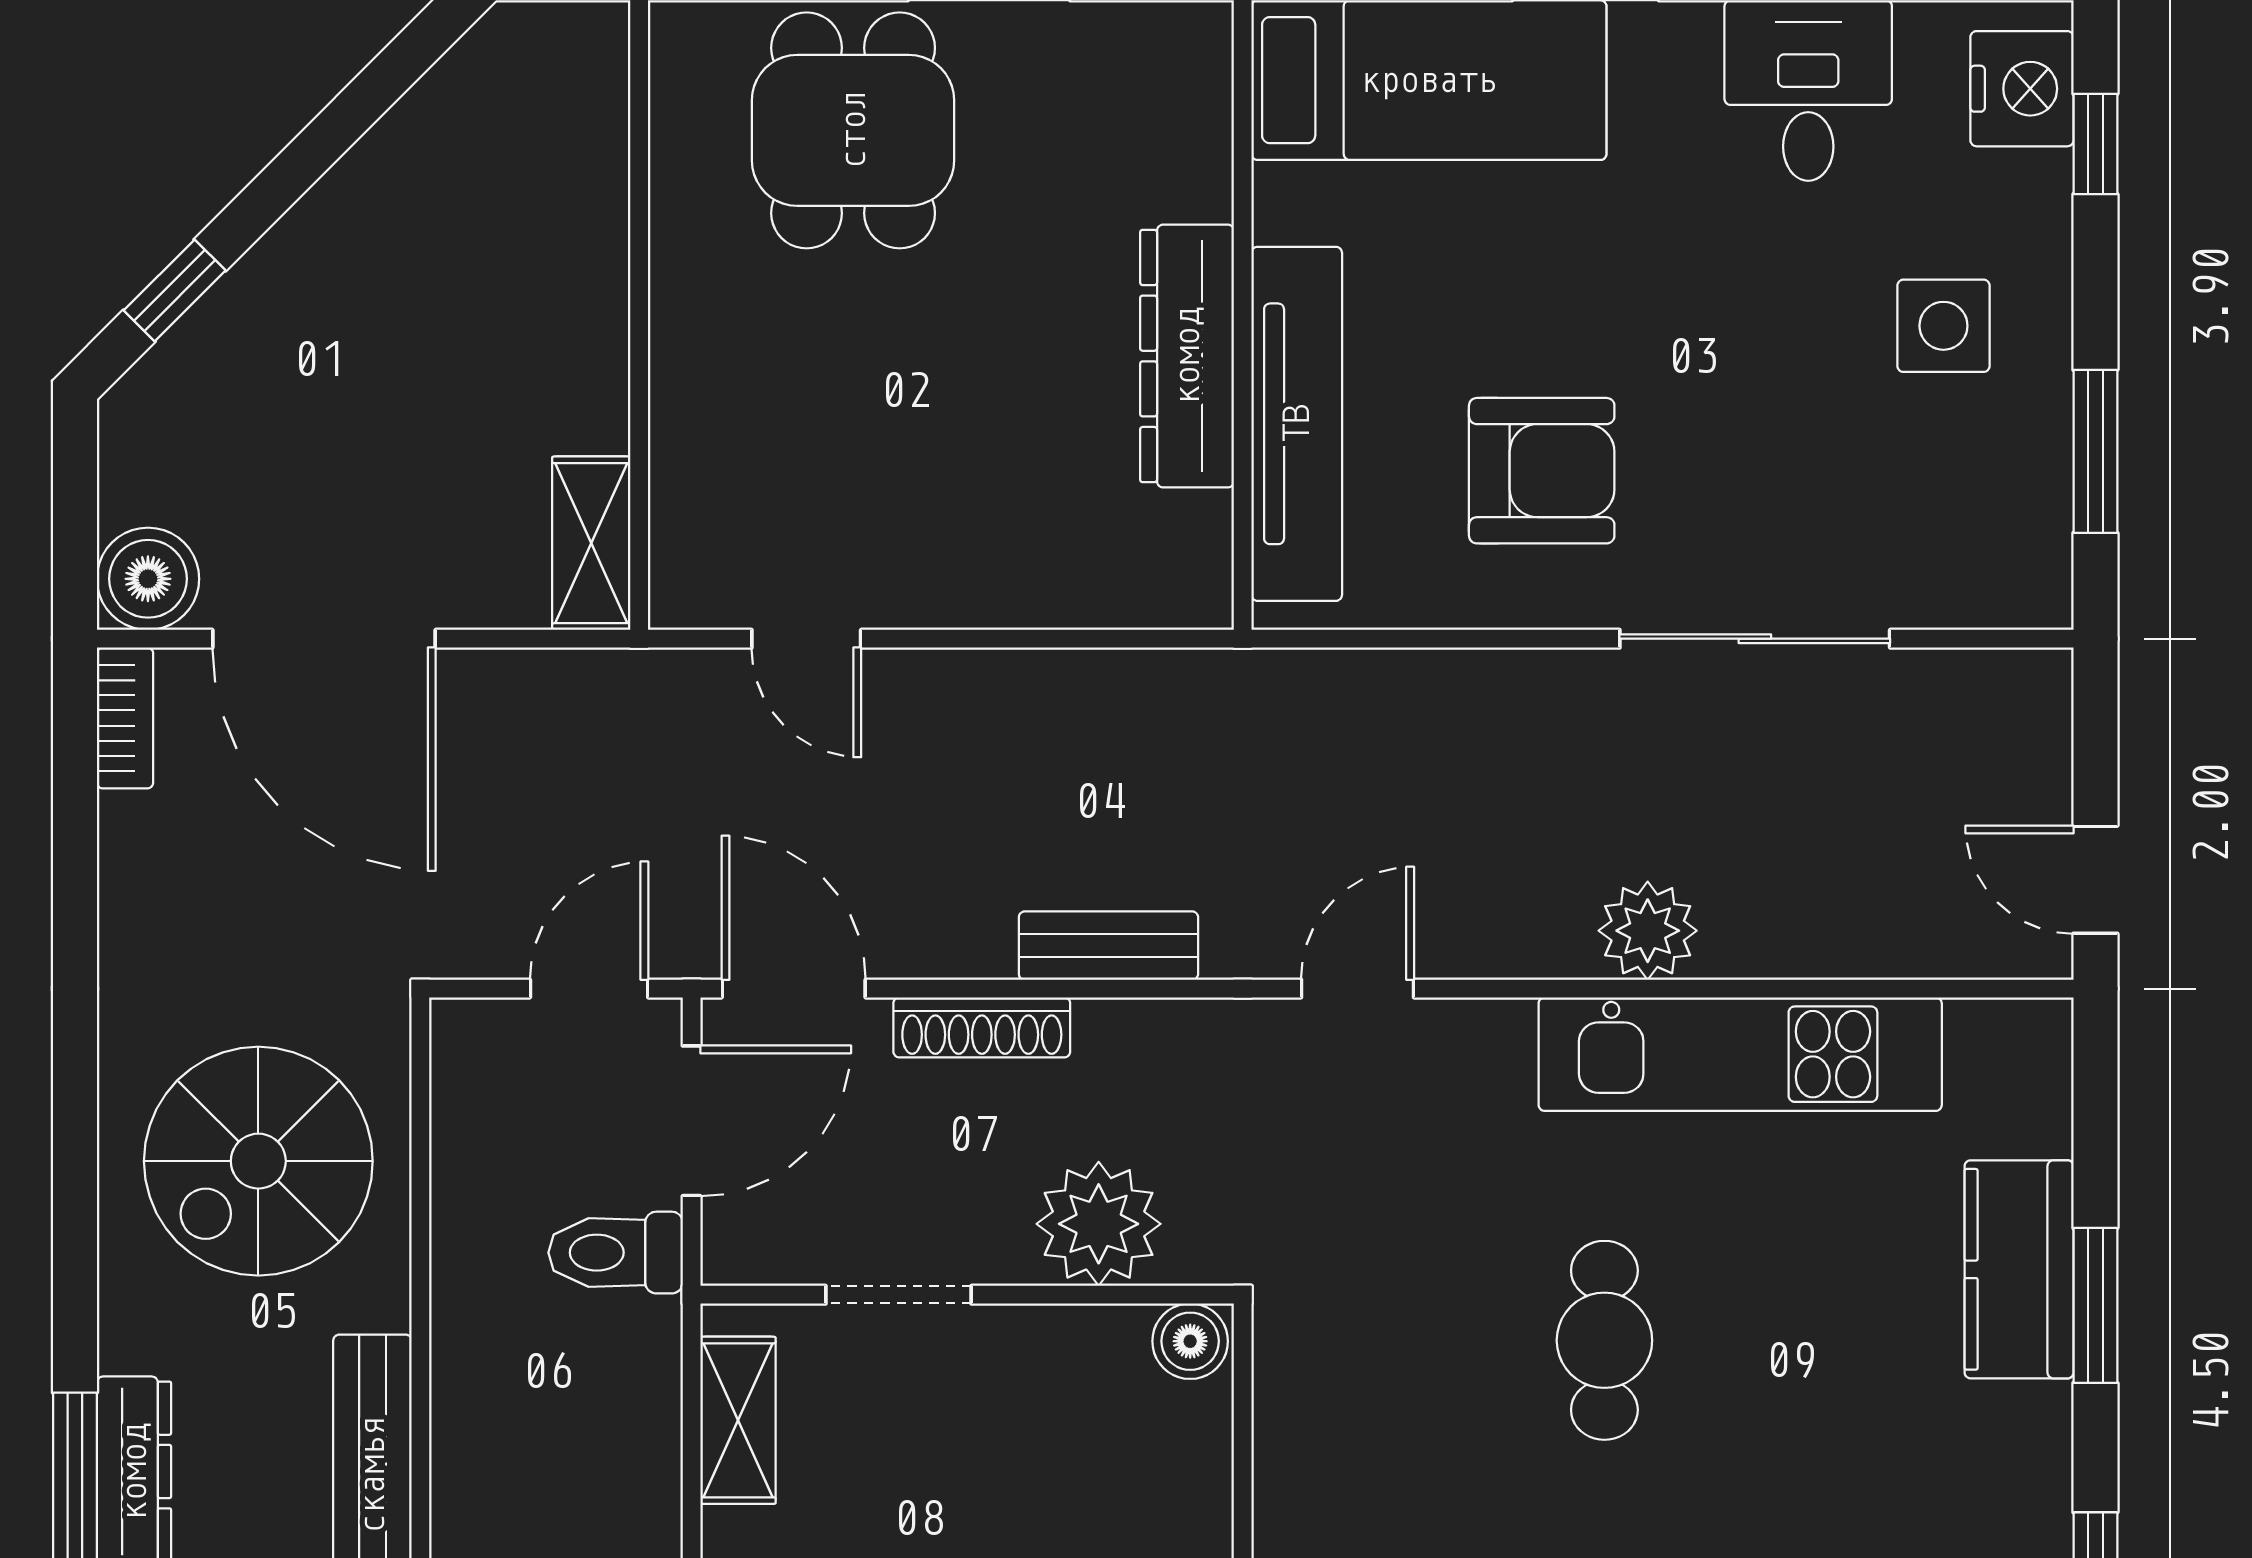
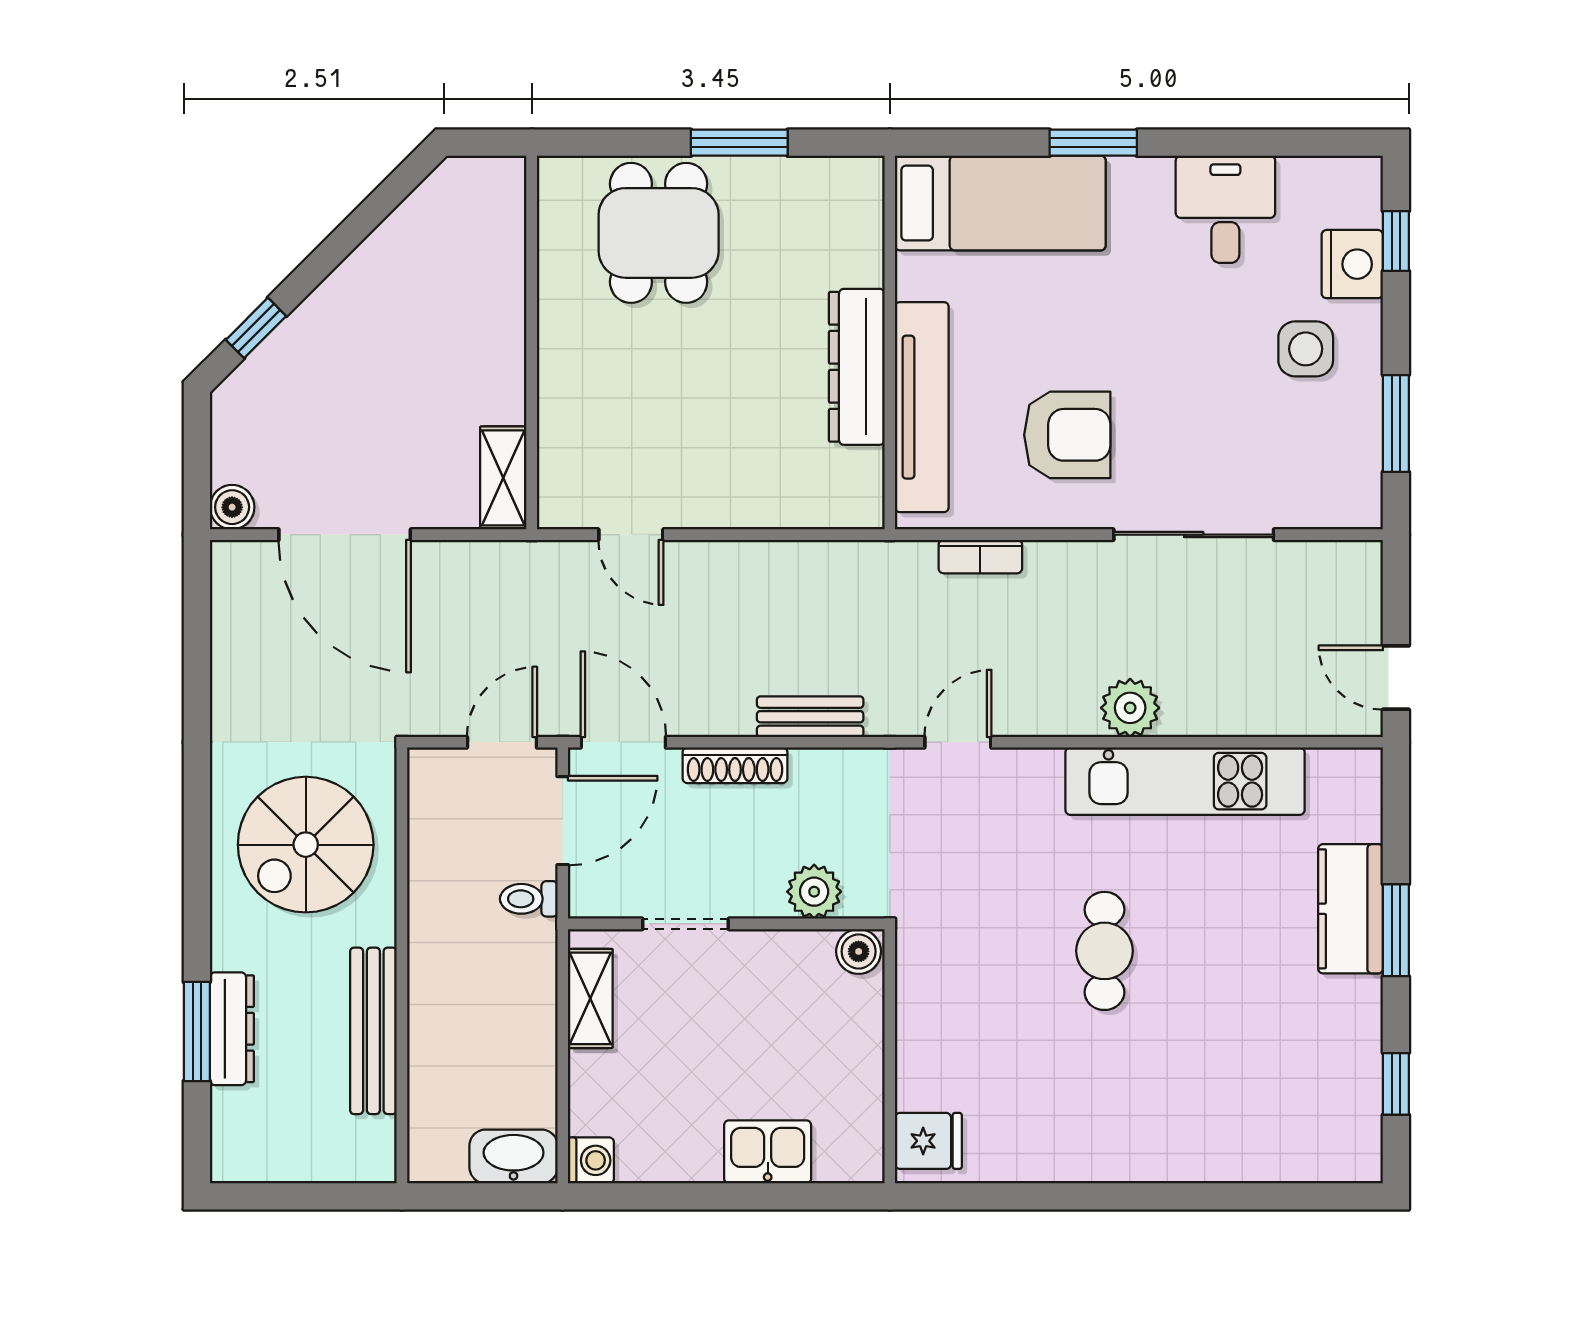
nightstand: (2022, 89) -> (1352, 264), moved
boiler: (148, 579) -> (232, 507), width x0.73, depth x0.73
bookcase: (125, 718) -> (980, 557), moved, turned 90
plant: (1099, 1224) -> (814, 892), width x0.73, depth x0.73
toilet: (616, 1253) -> (529, 899), width x0.73, depth x0.72

